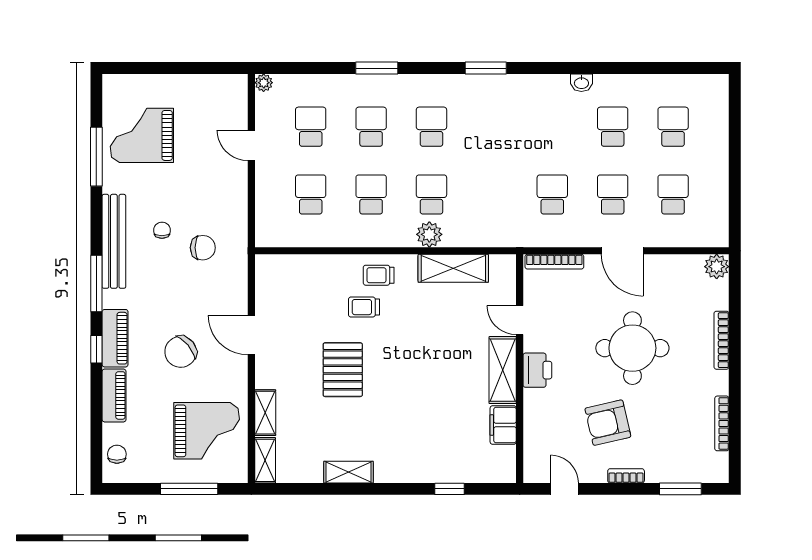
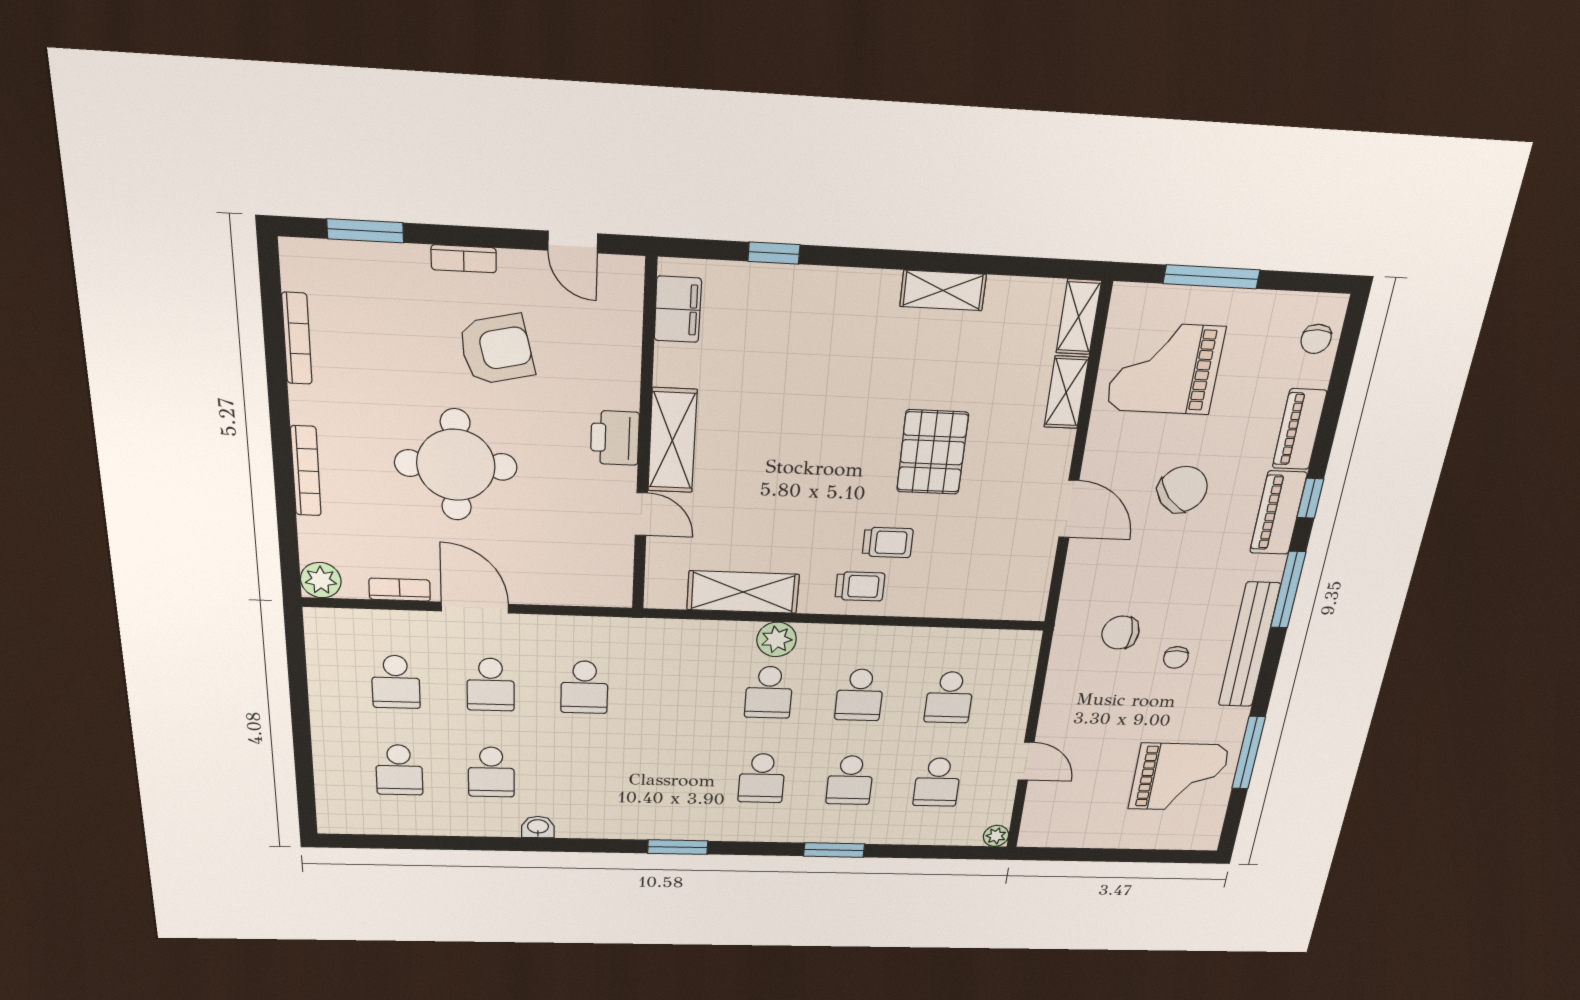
bookcase: (554, 262) -> (400, 590), moved, width x0.64
filing cabinet: (503, 425) -> (678, 309), moved

